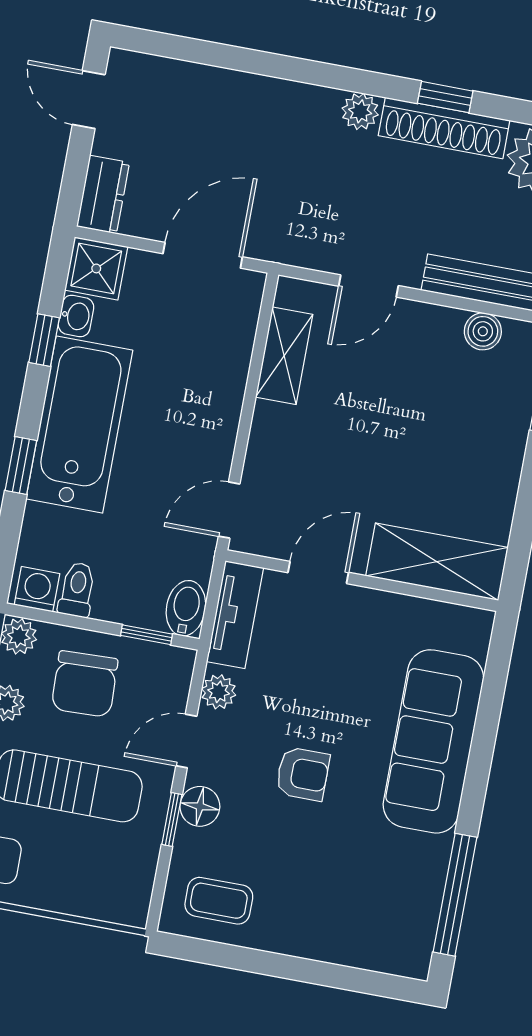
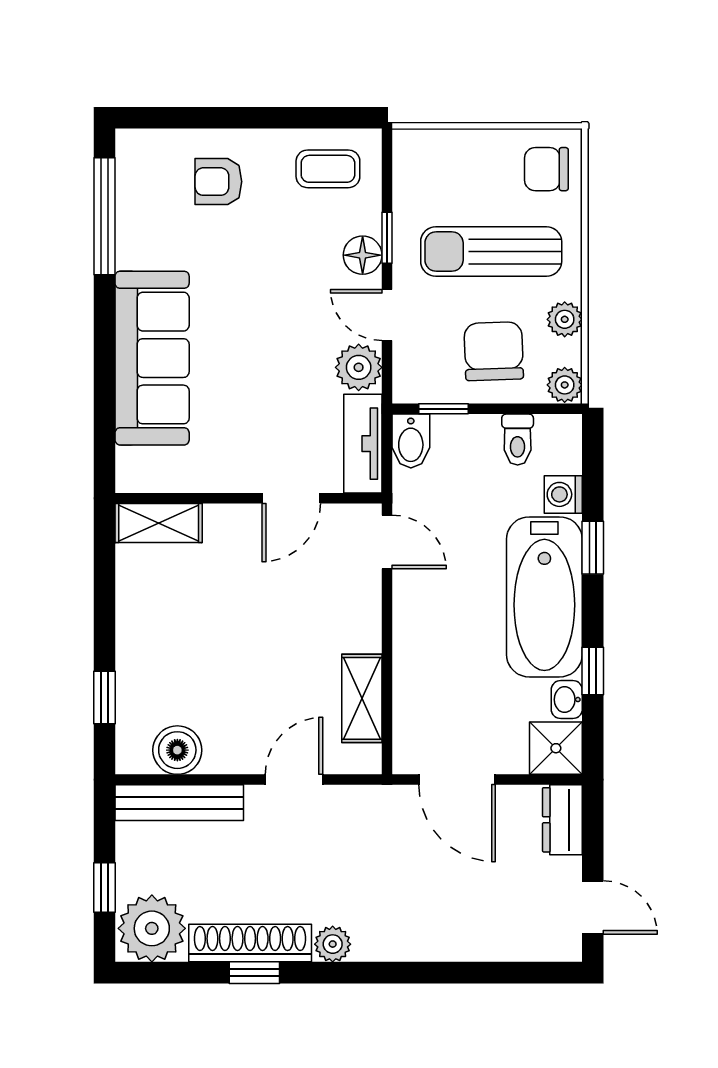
door: (203, 255) -> (457, 780), hinge flipped
boiler: (483, 331) -> (177, 750), width x1.36, depth x1.36
door: (229, 510) -> (387, 542), hinge flipped
shelving: (437, 562) -> (159, 523), width x0.67, depth x0.75
washing machine: (37, 589) -> (563, 494), moved, turned 90
plant: (219, 692) -> (359, 367), width x1.38, depth x1.38
door: (186, 741) -> (387, 315), swing flipped
armchair: (303, 774) -> (218, 182), moved

